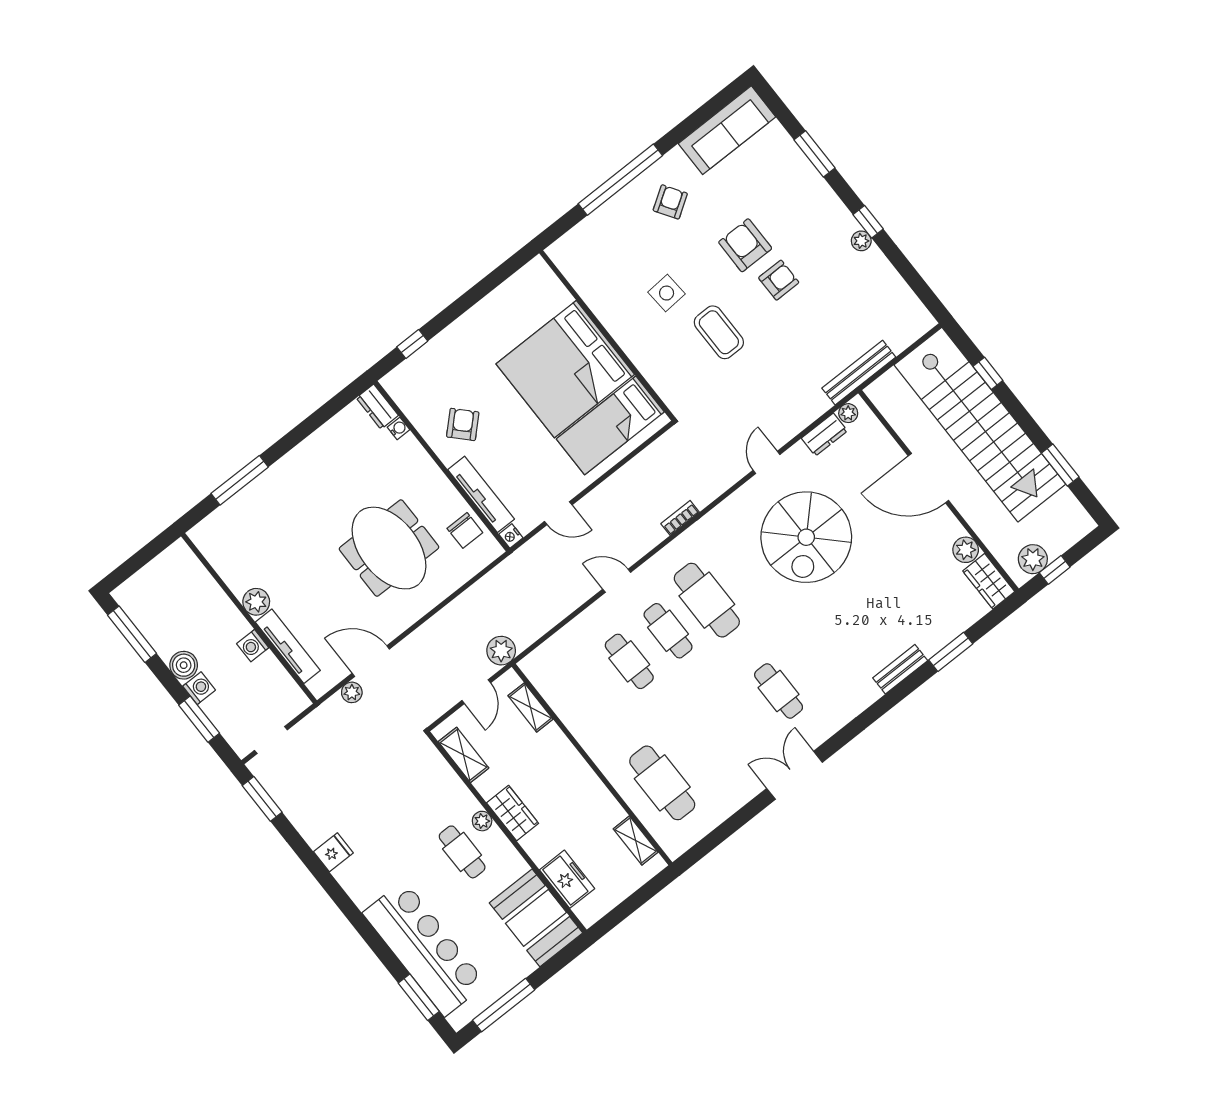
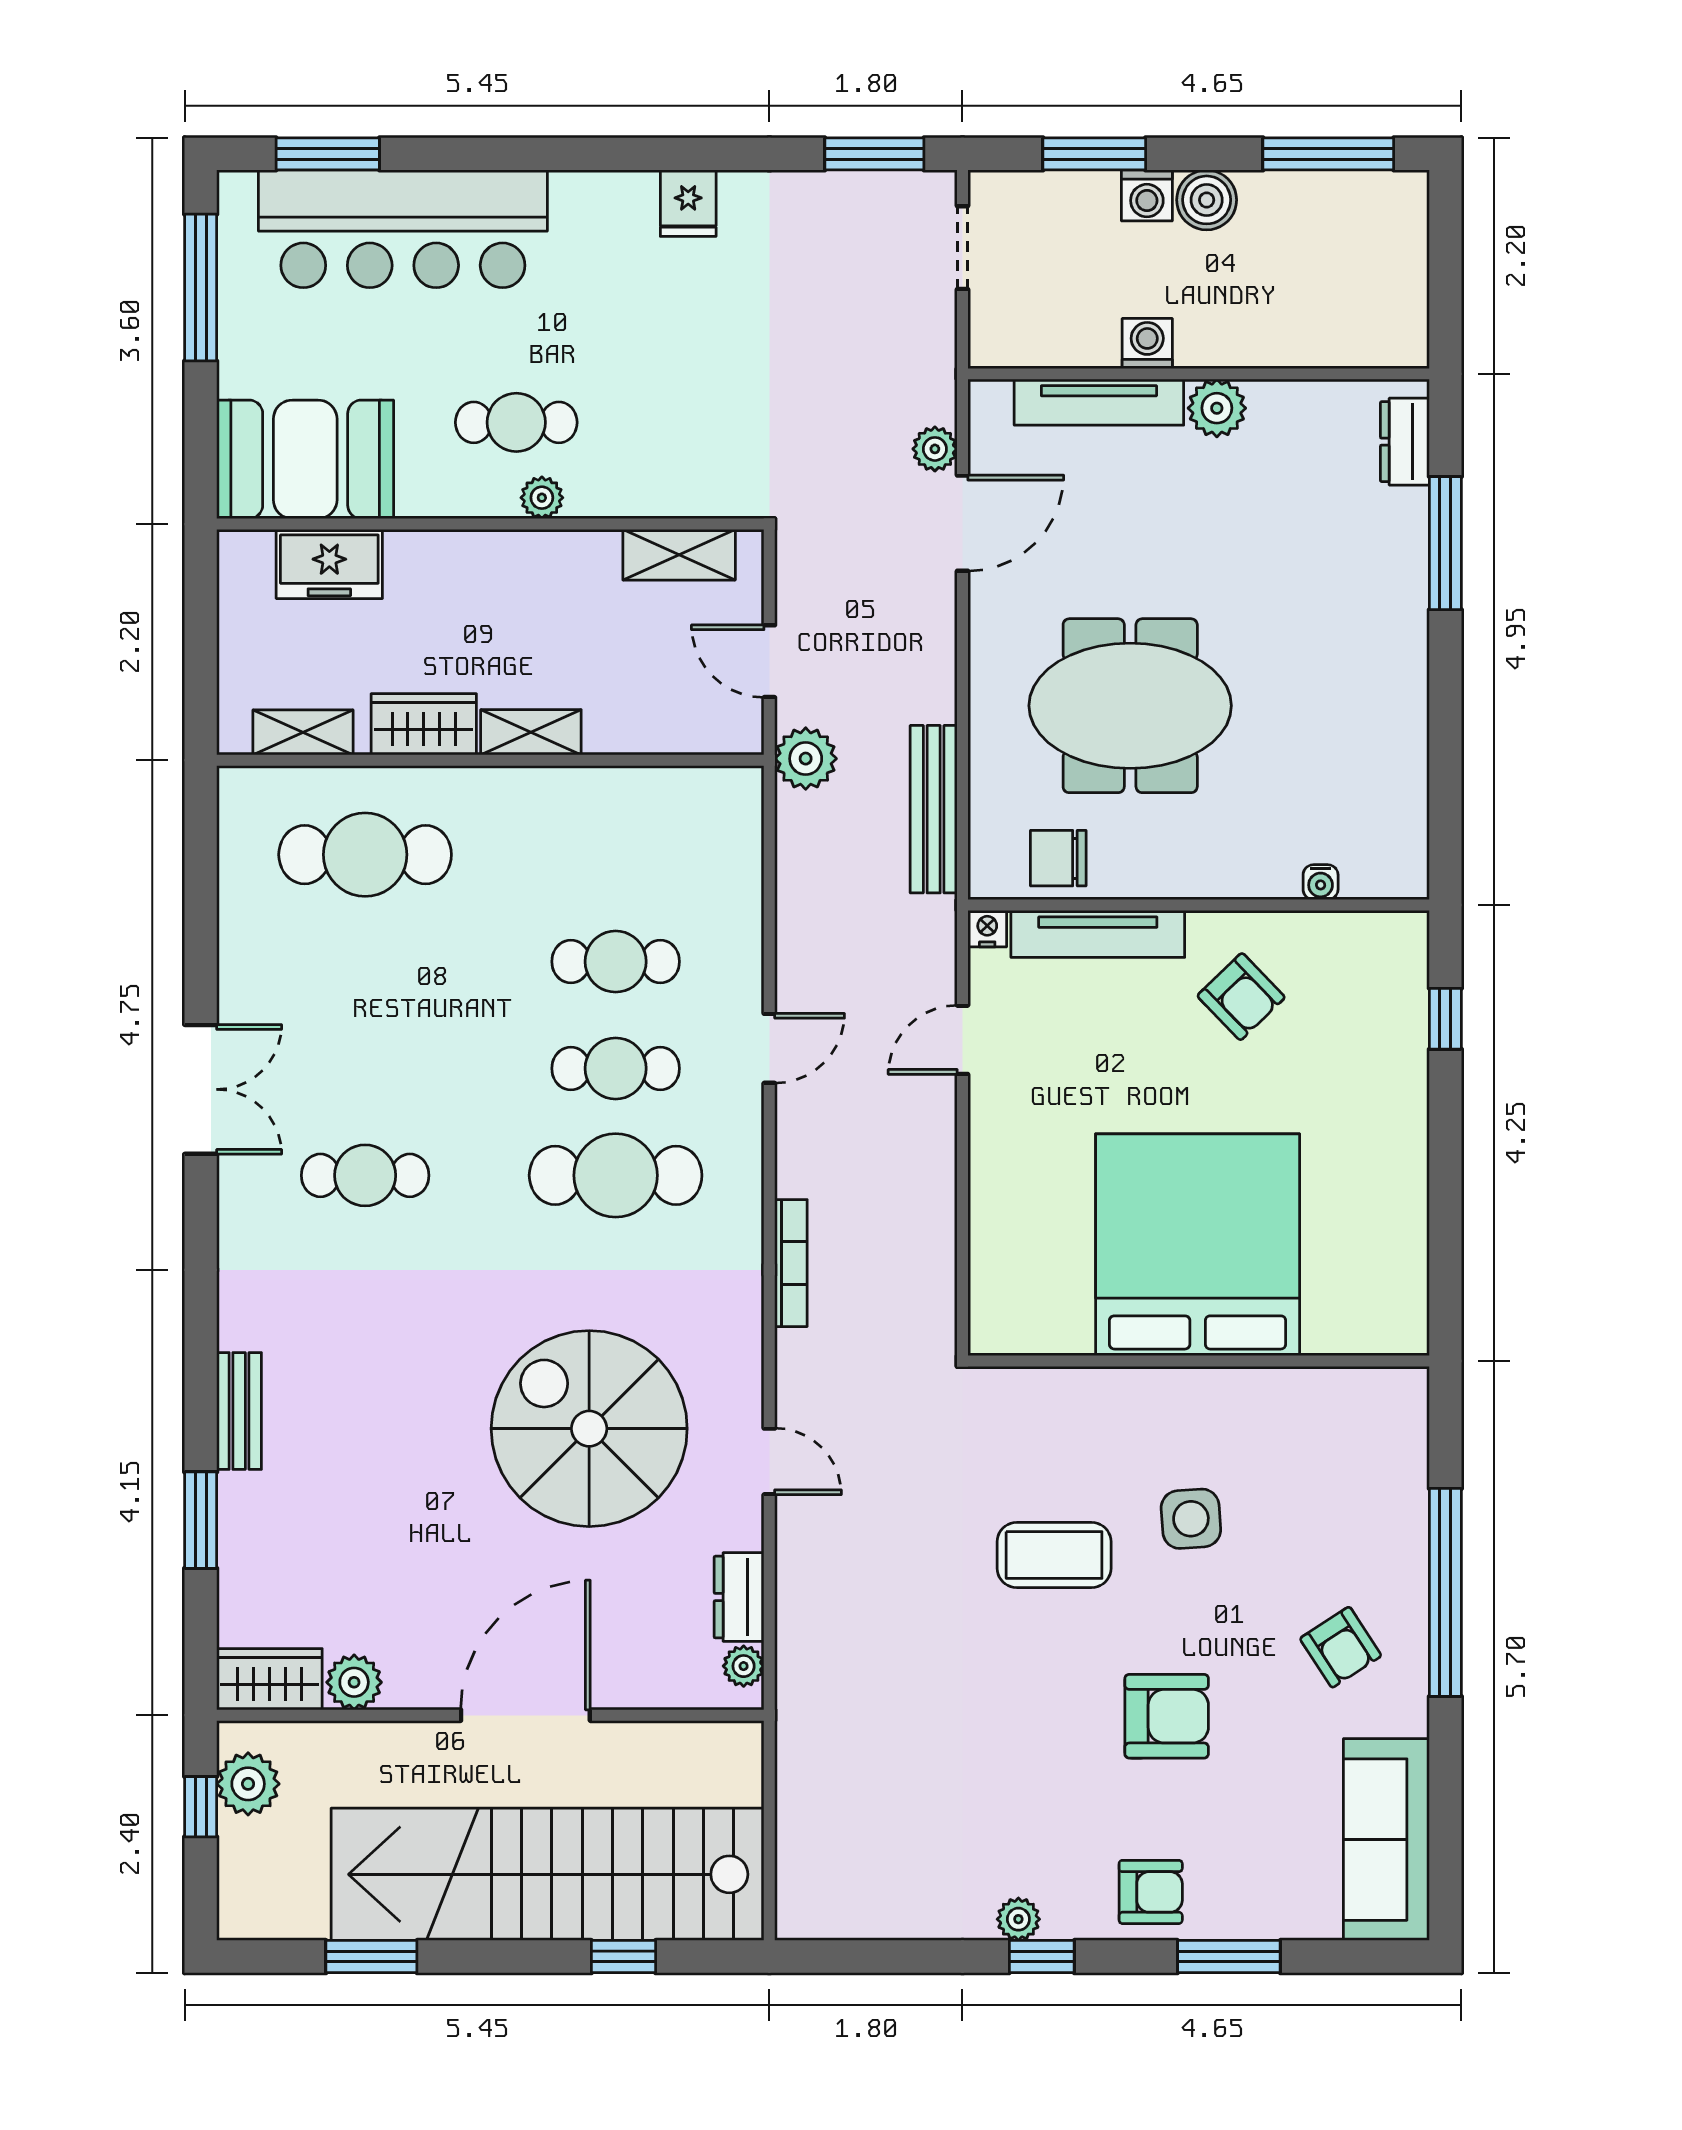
armchair: (779, 280) -> (1151, 1892), moved, turned -90
bench: (859, 373) -> (934, 809), moved
dresser: (377, 407) -> (1405, 442), moved, turned -90
bed: (610, 425) -> (1042, 1246), removed
bookcase: (680, 518) -> (791, 1263), width x1.56
shelving: (531, 707) -> (531, 732), moved
wardrobe: (513, 813) -> (424, 724), moved, turned 180

